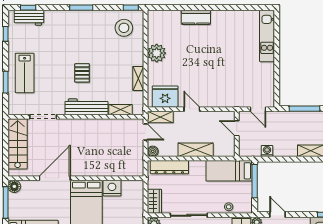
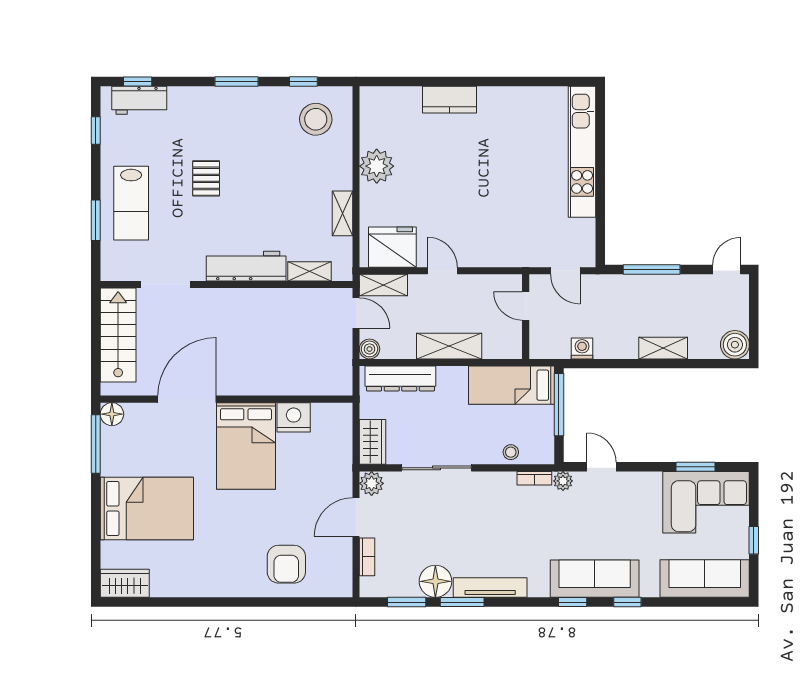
window: (131, 8) -> (303, 82), moved
kitchen unit: (267, 36) -> (582, 152), width x1.36
pallet: (82, 73) -> (206, 178), moved

